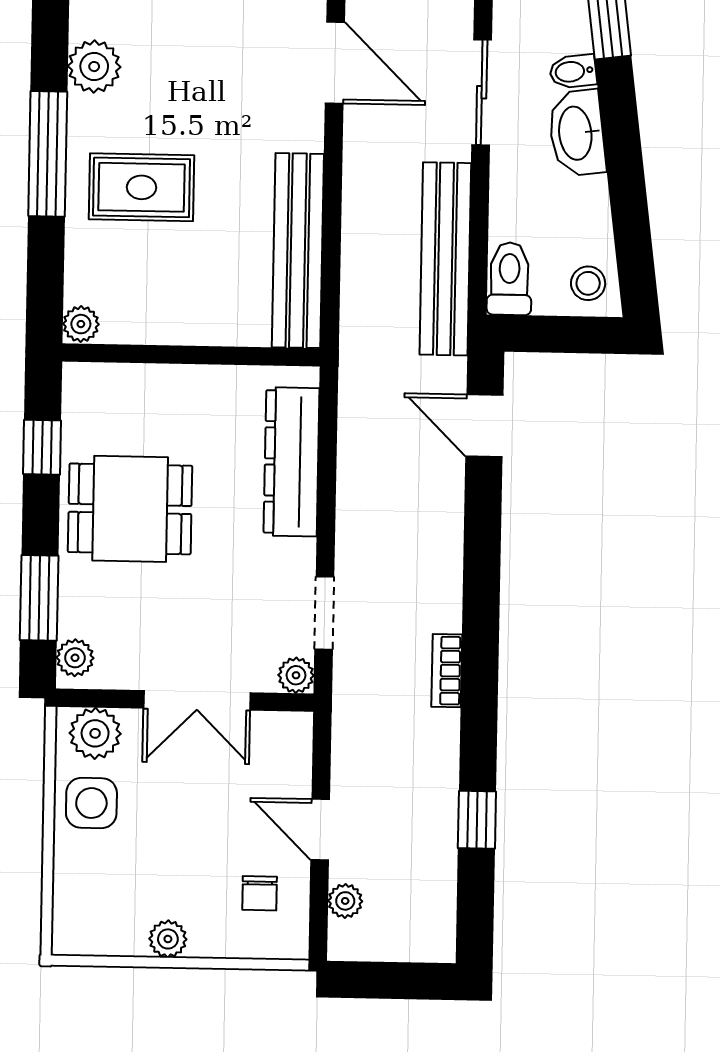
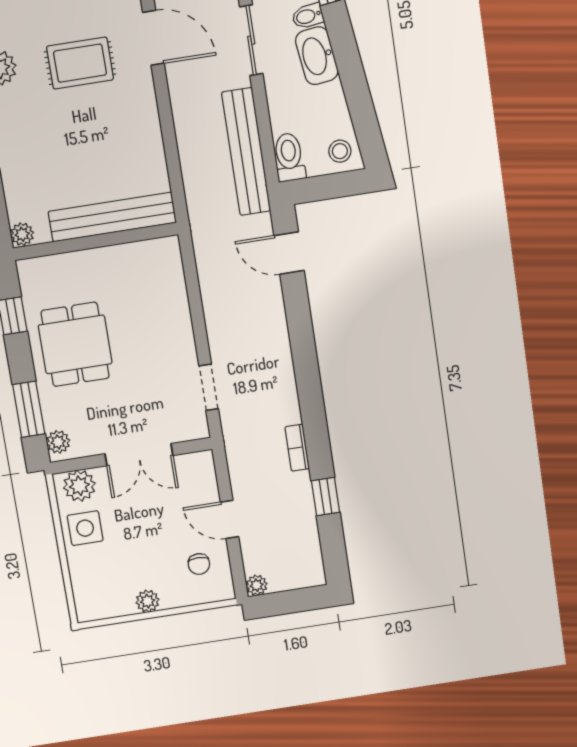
rug: (142, 187) -> (80, 63), moved
bench: (298, 251) -> (112, 217), moved, turned 90
dresser: (292, 462) -> (171, 297), removed
dining table: (130, 509) -> (75, 344), turned 90
bookcase: (447, 671) -> (297, 448), moved
plant: (296, 675) -> (198, 428), removed
plant: (345, 901) -> (257, 585), moved

